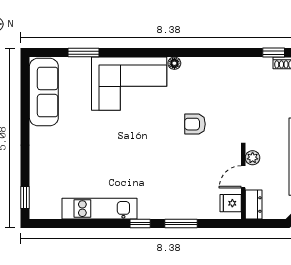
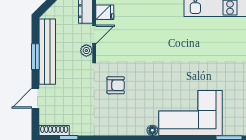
armchair: (195, 124) -> (116, 85), moved

